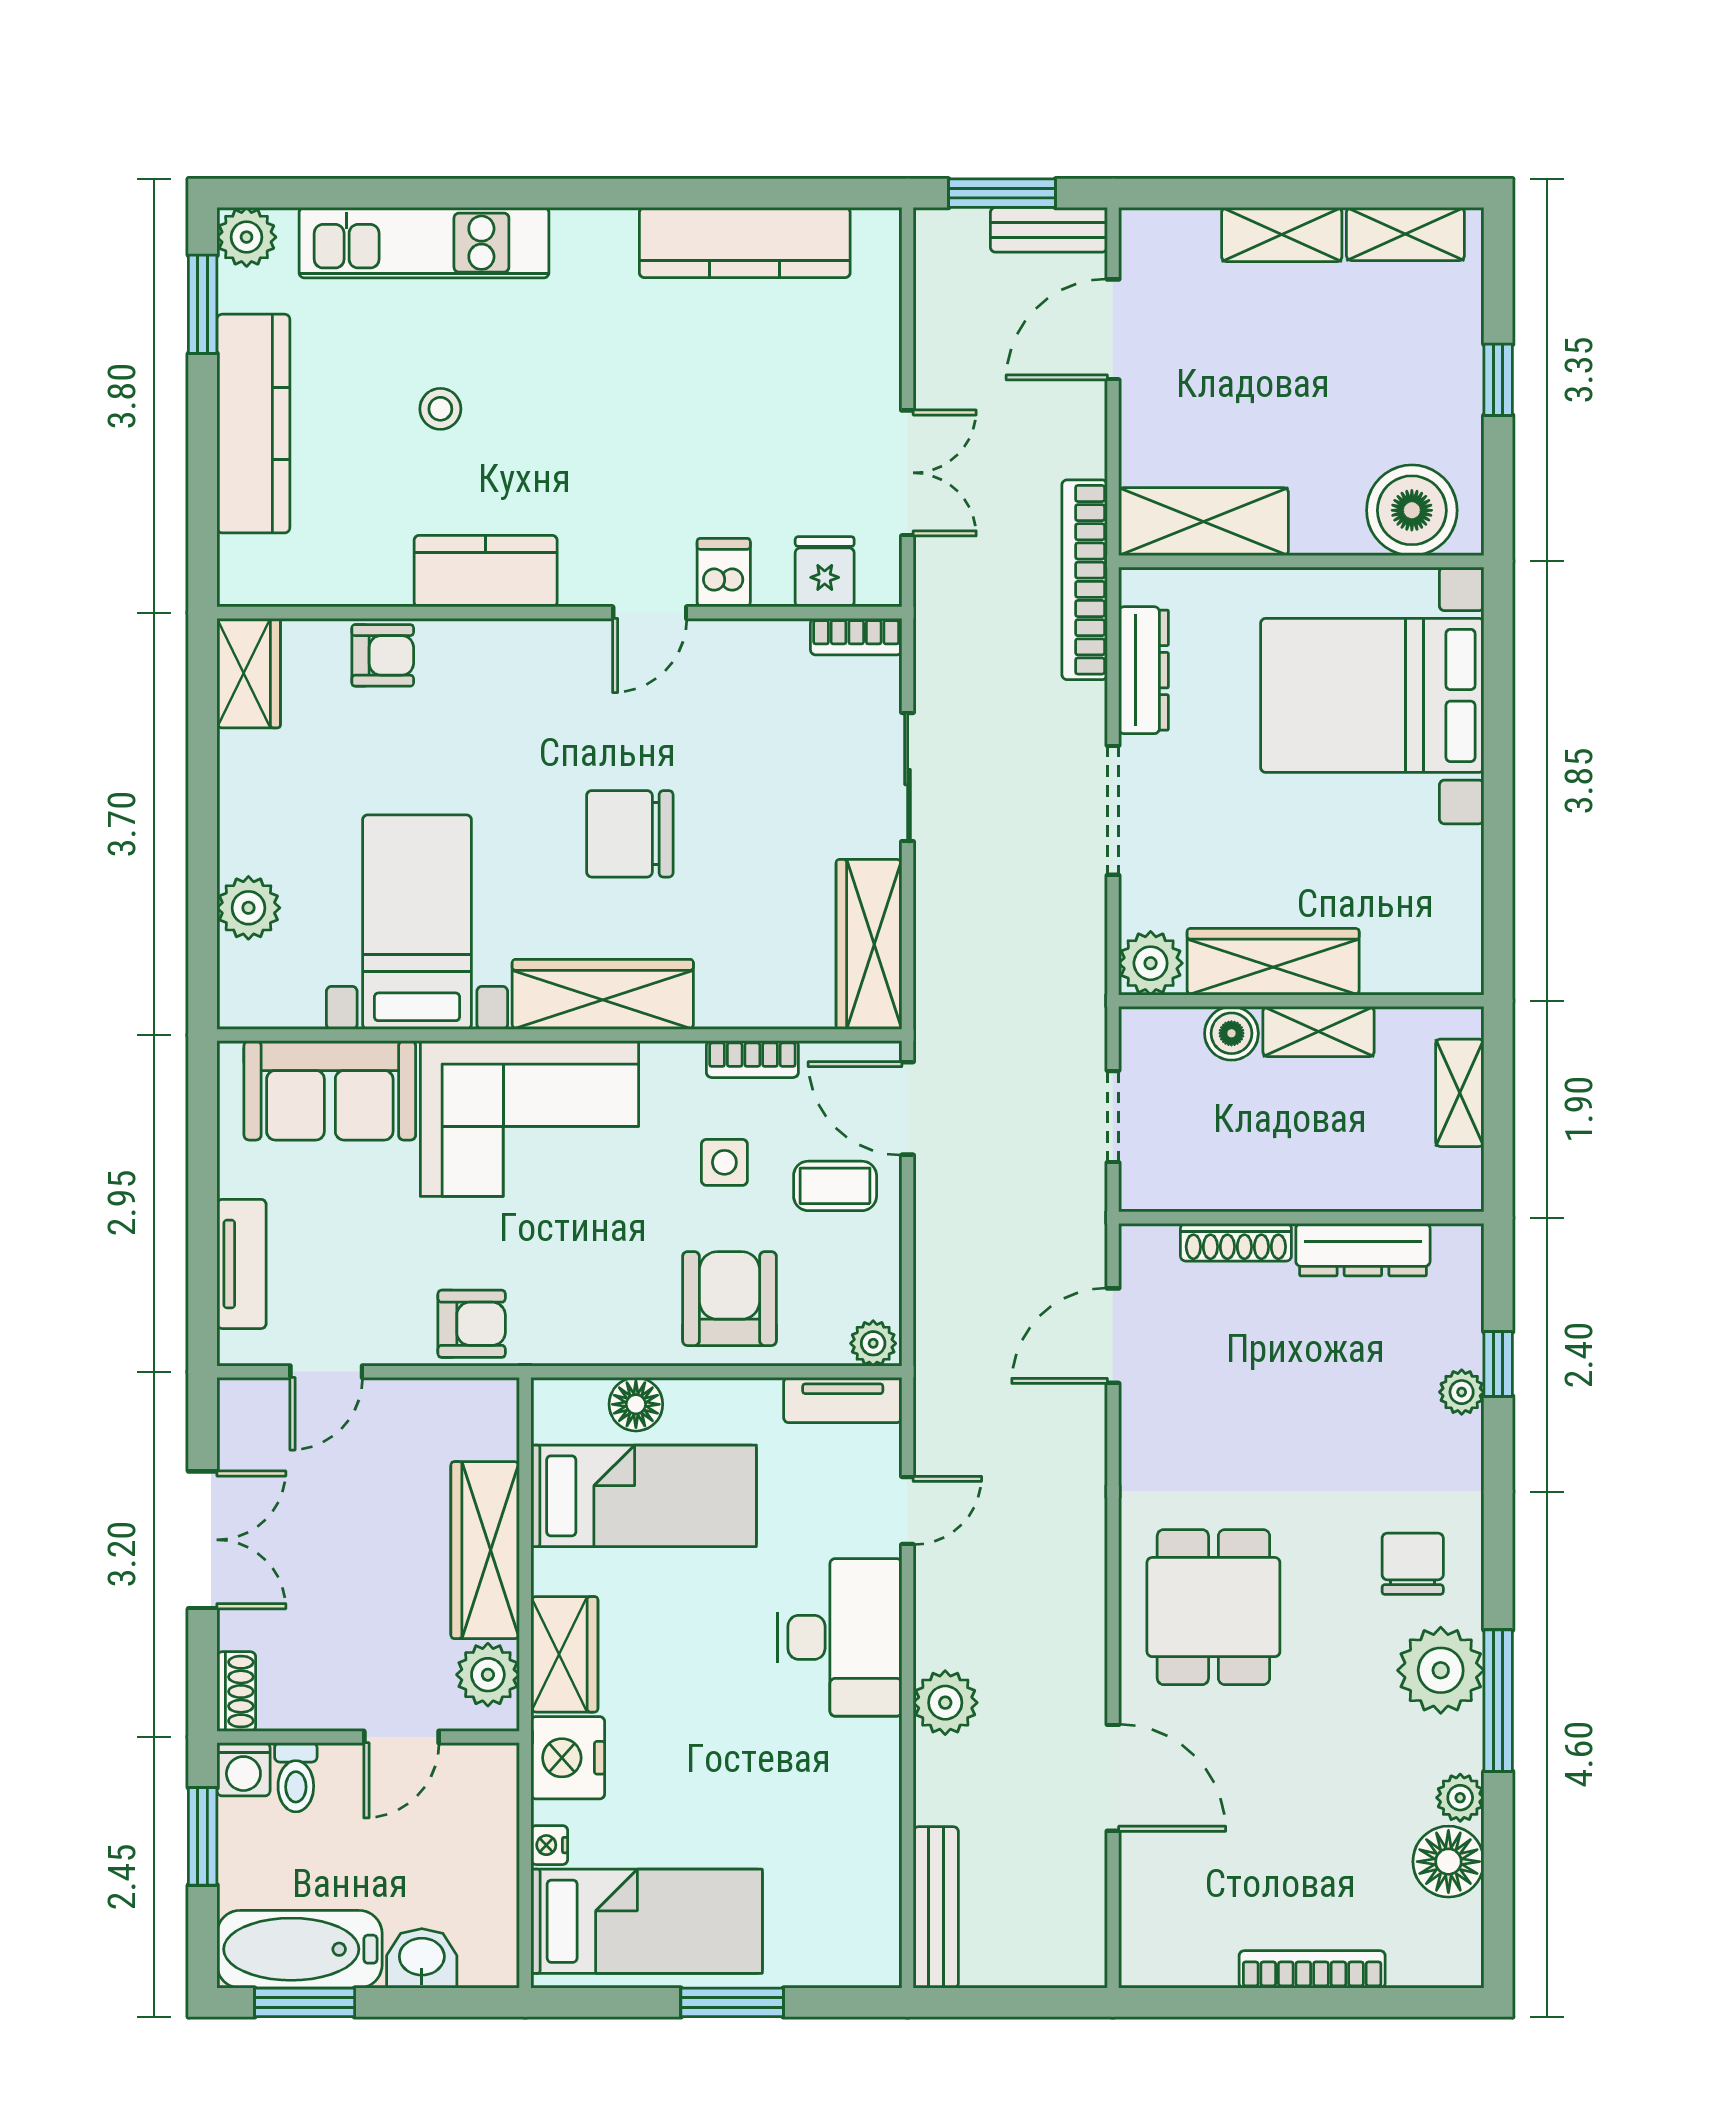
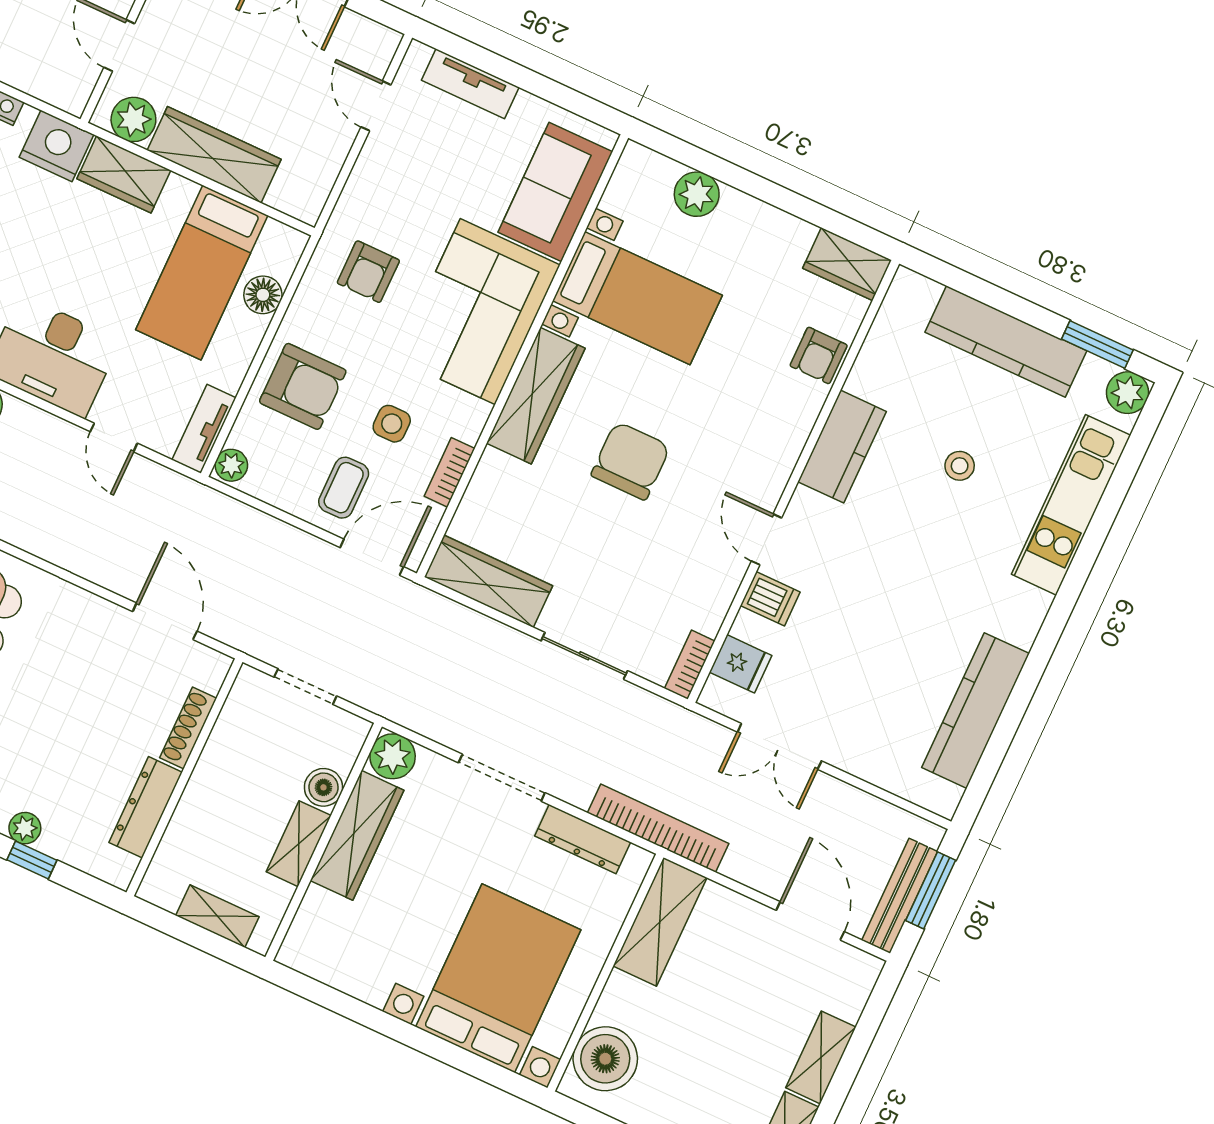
bench: (1049, 230) -> (900, 896), width x1.36
armchair: (472, 1324) -> (368, 272), moved

